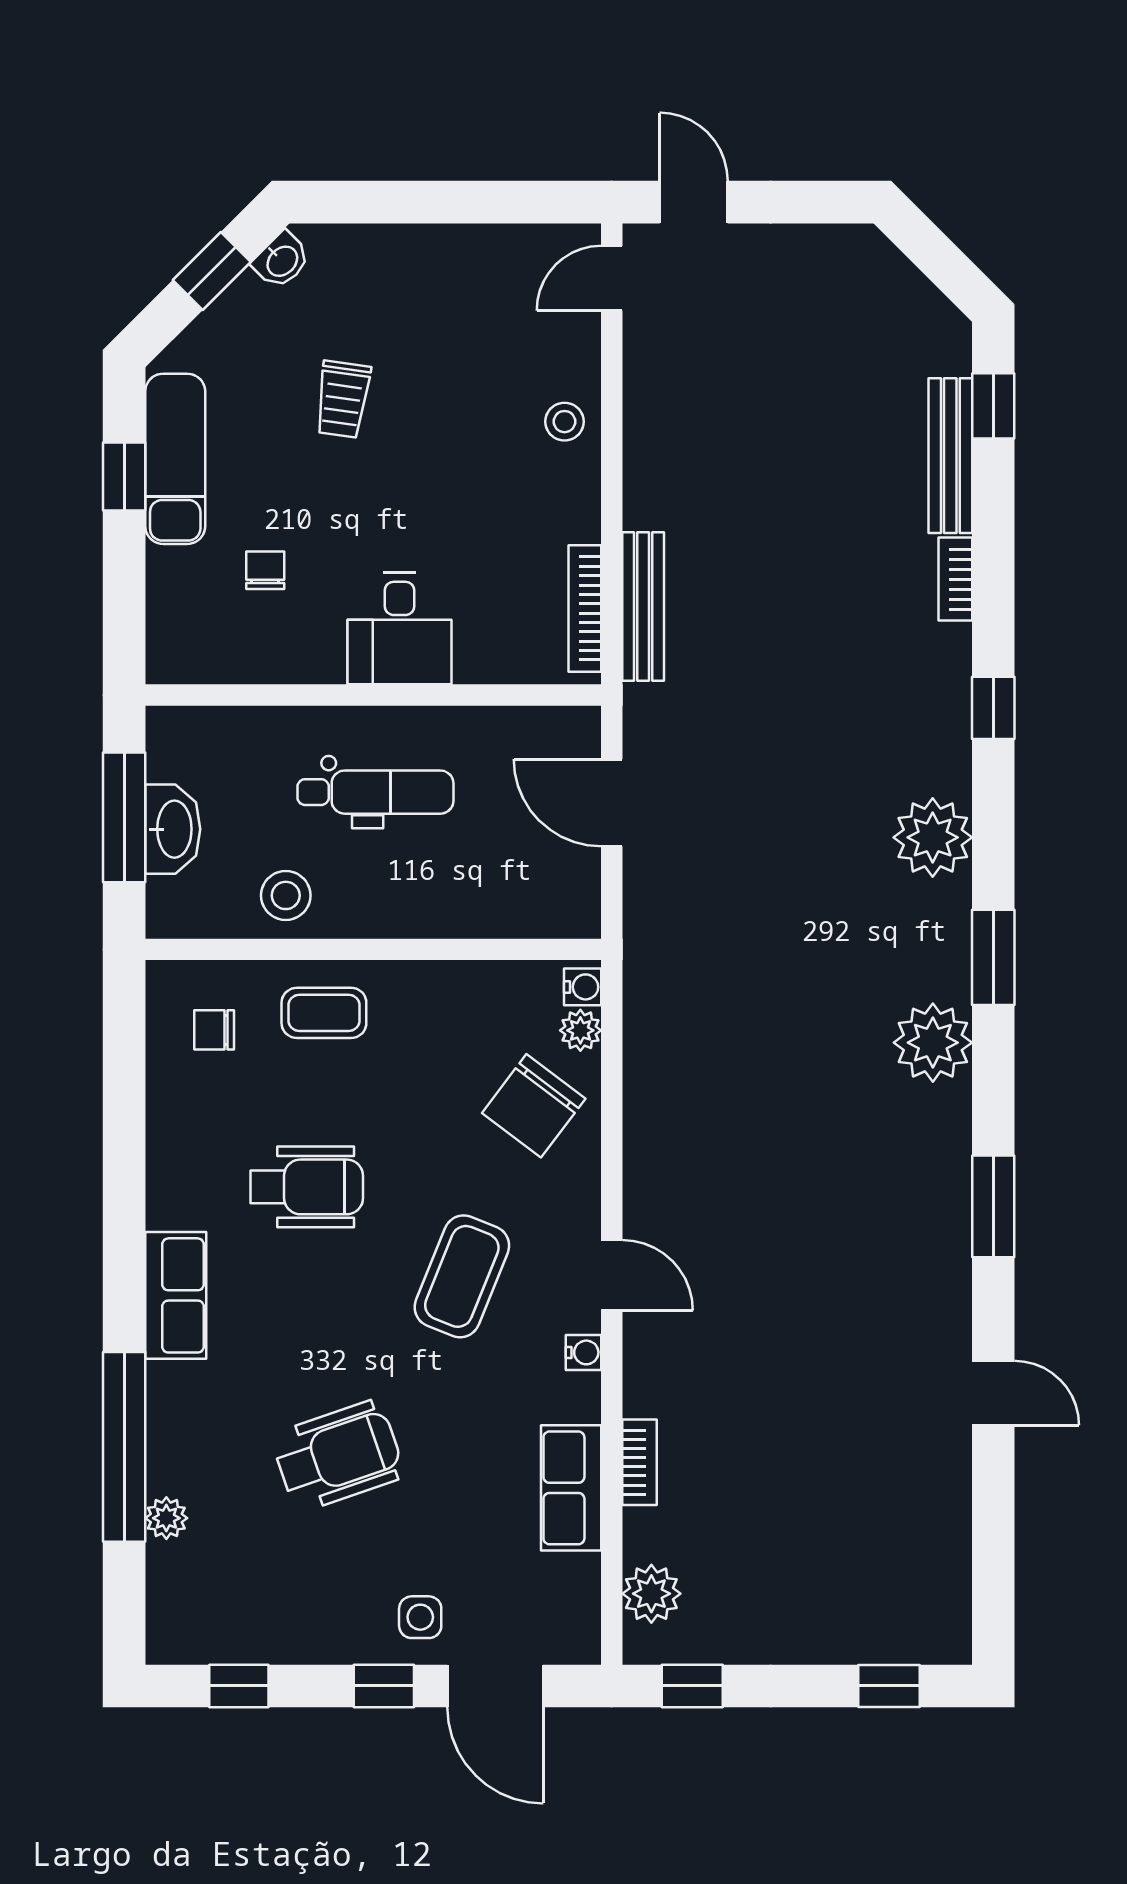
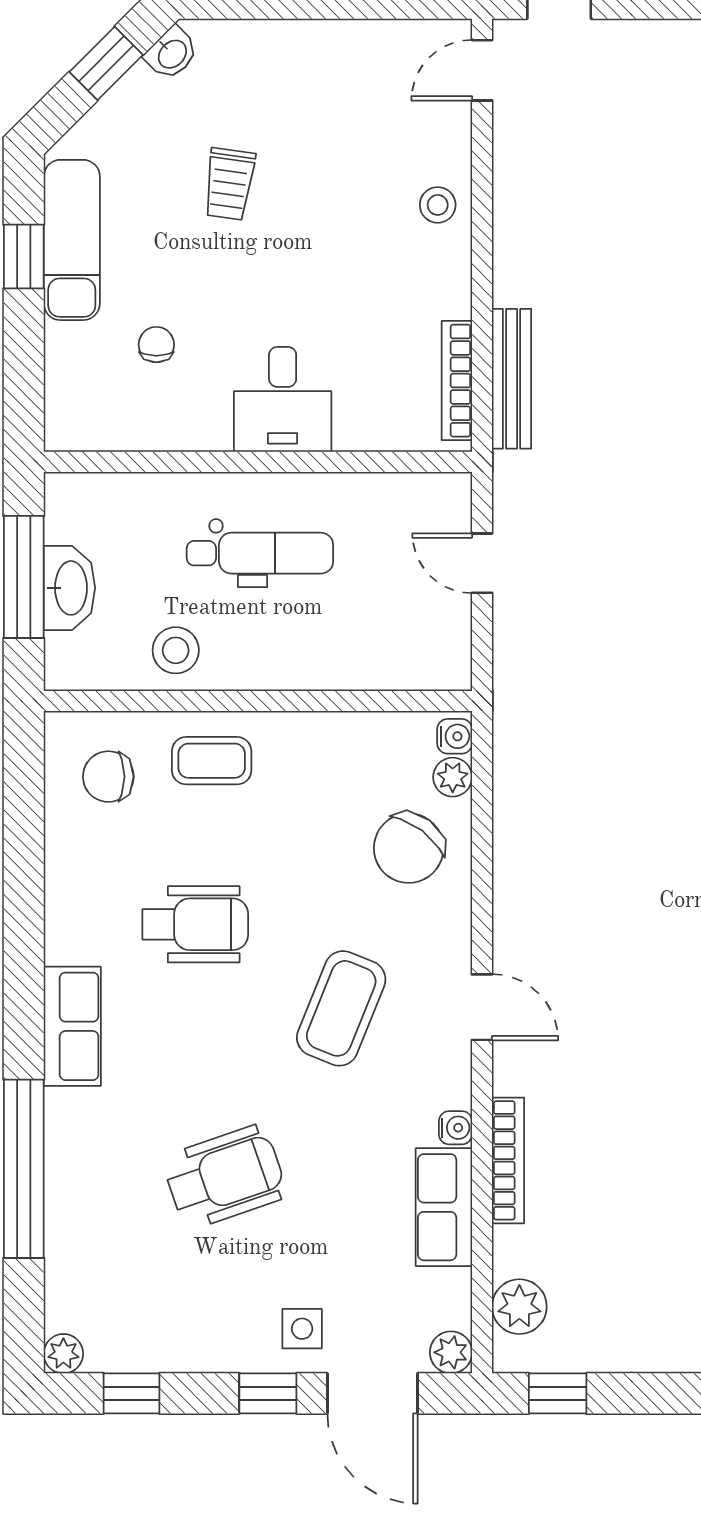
door: (612, 803) -> (482, 563), width x0.73
chair: (214, 1030) -> (108, 777), width x1.37, depth x1.37
water cooler: (583, 1352) -> (456, 1128), moved
bookcase: (639, 1462) -> (508, 1160), width x1.56
plant: (166, 1518) -> (63, 1354), moved
plant: (579, 1642) -> (451, 1352), added

